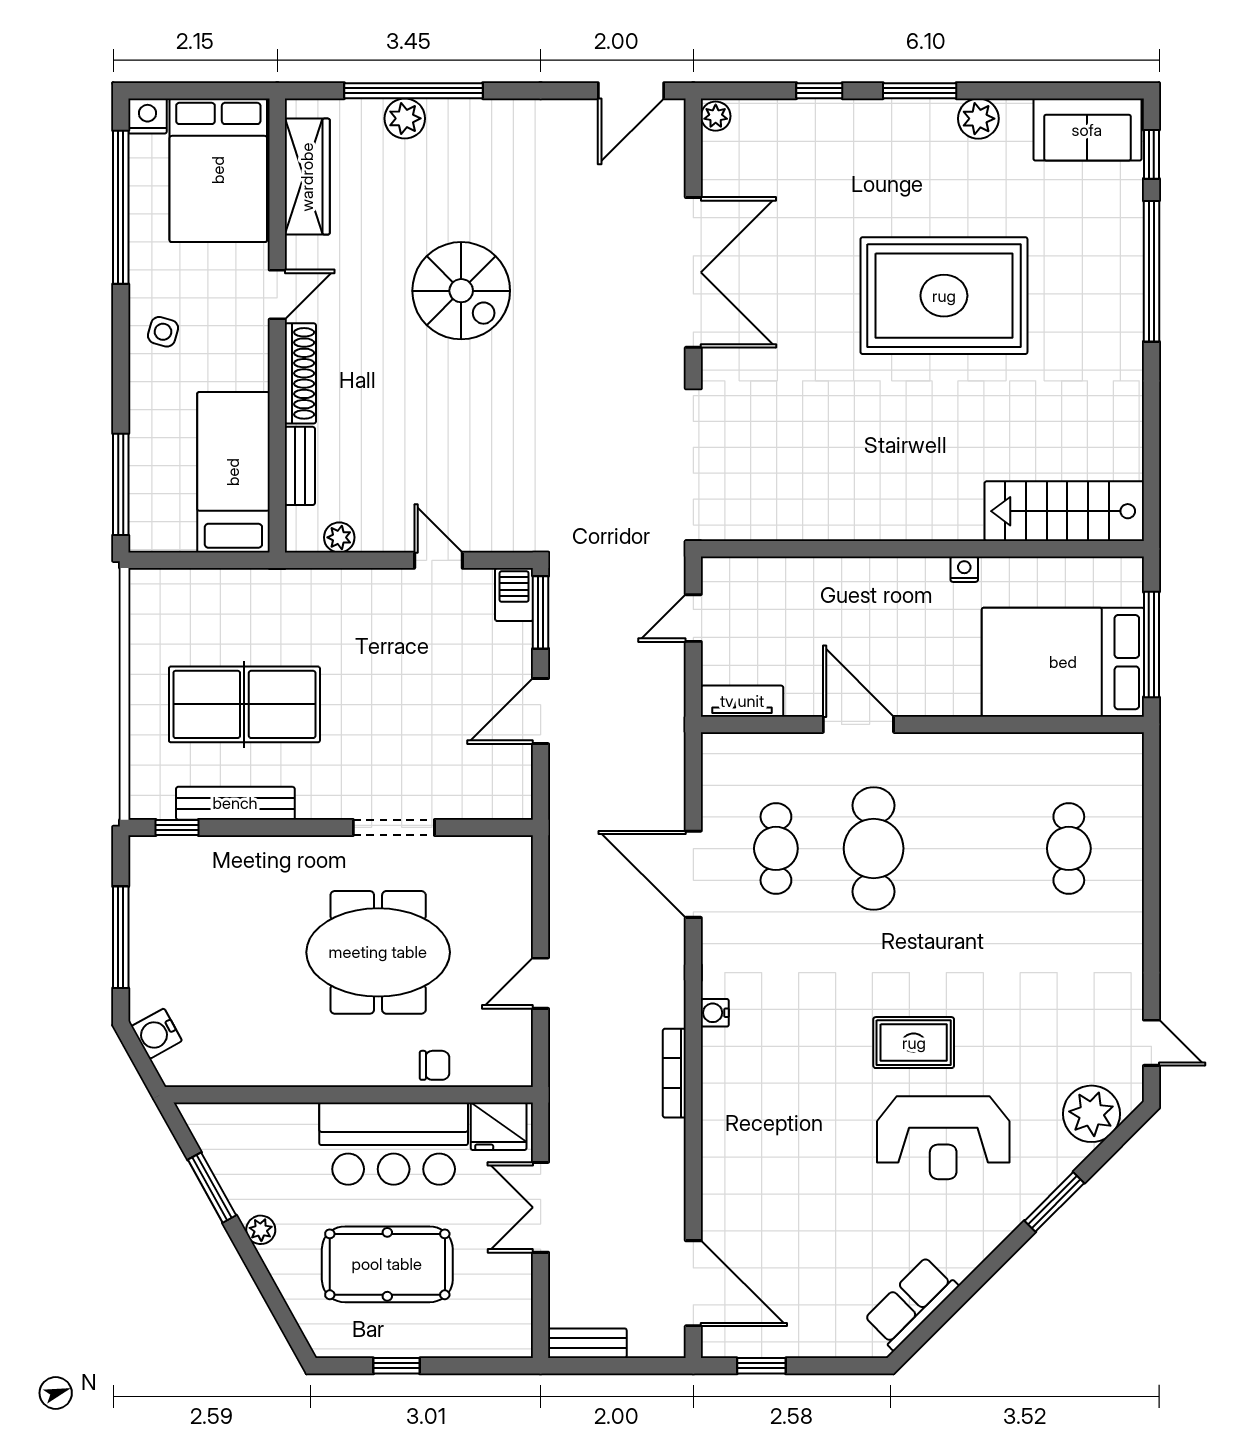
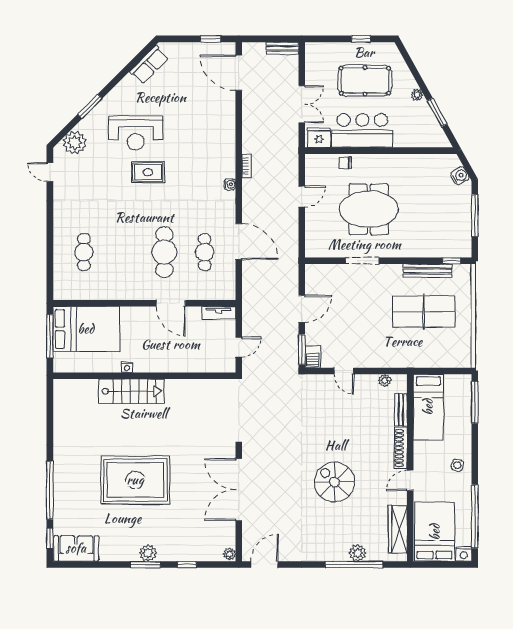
plant: (978, 119) -> (148, 553), moved
stairs: (1064, 511) -> (132, 391), moved
bookcase: (674, 1073) -> (247, 166), width x0.64
reception desk: (943, 1138) -> (136, 133), turned 180

